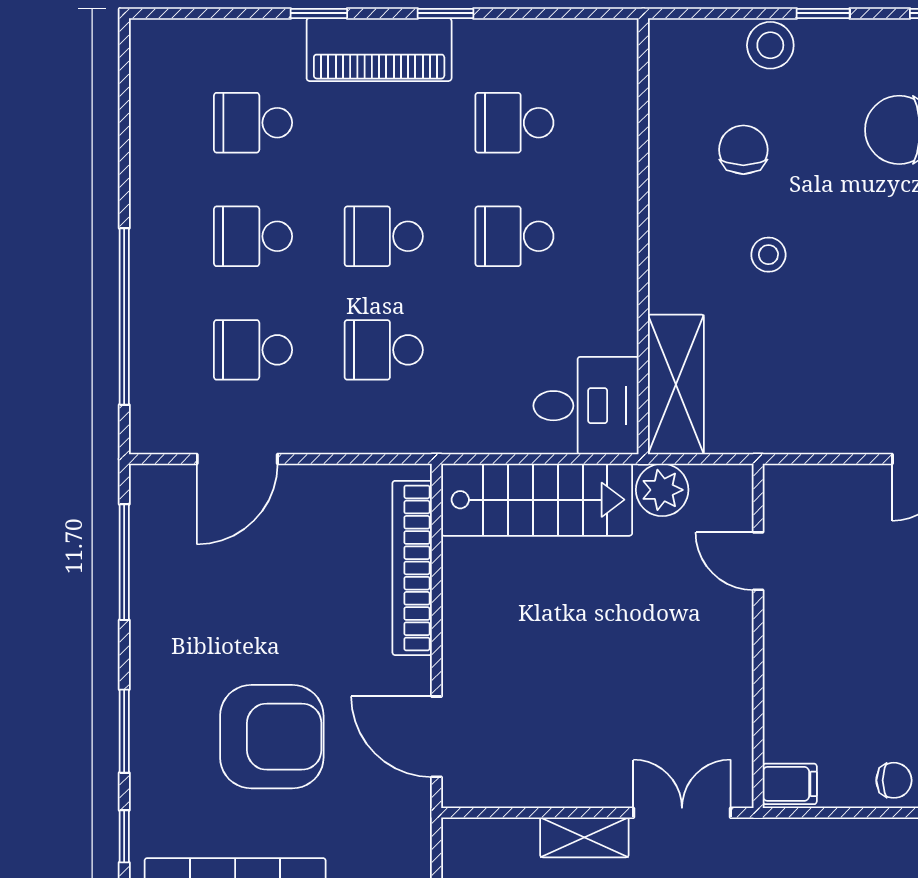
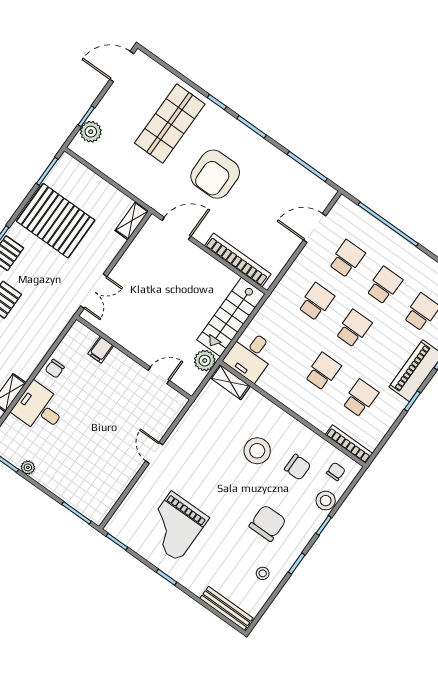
chair: (697, 67) -> (336, 472), added
bookcase: (623, 79) -> (349, 444), added
stool: (768, 255) -> (257, 451), width x1.89, depth x1.89
shelving: (676, 385) -> (230, 382), width x0.67, depth x0.75
door: (237, 459) -> (315, 228), hinge flipped
filing cabinet: (790, 784) -> (101, 350), moved
shelving: (584, 837) -> (132, 221), moved

